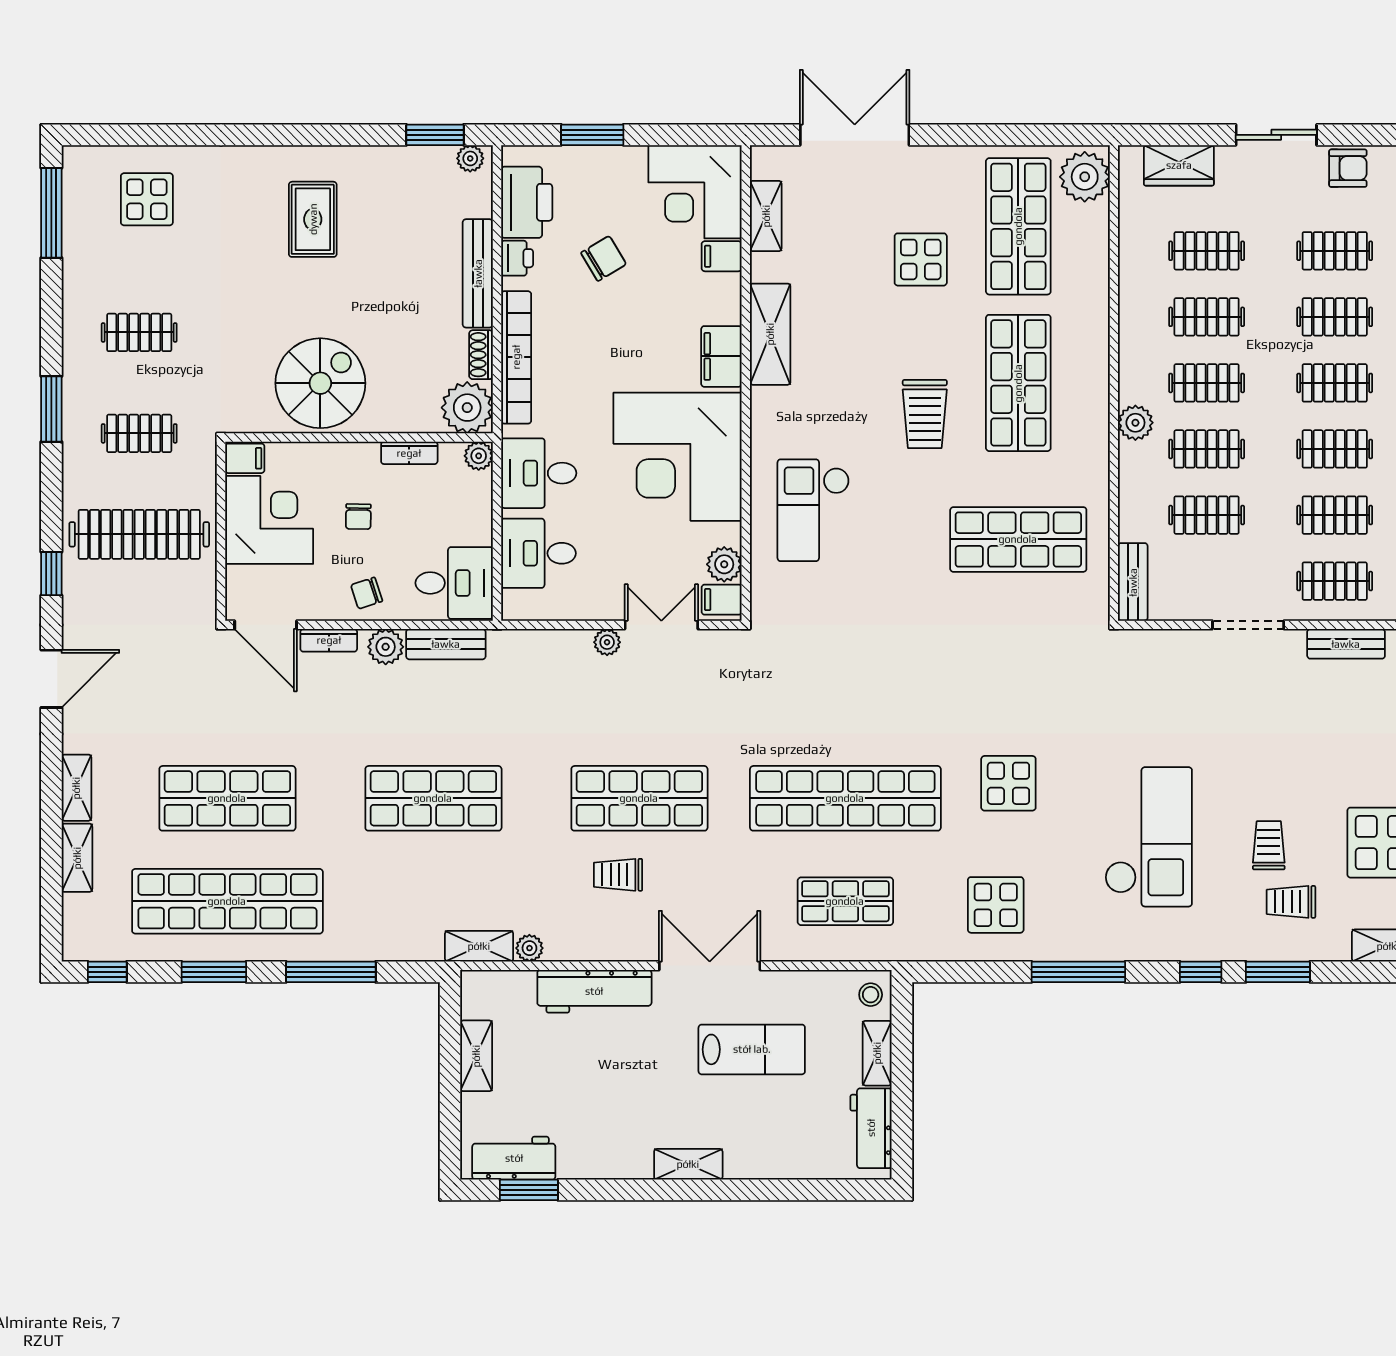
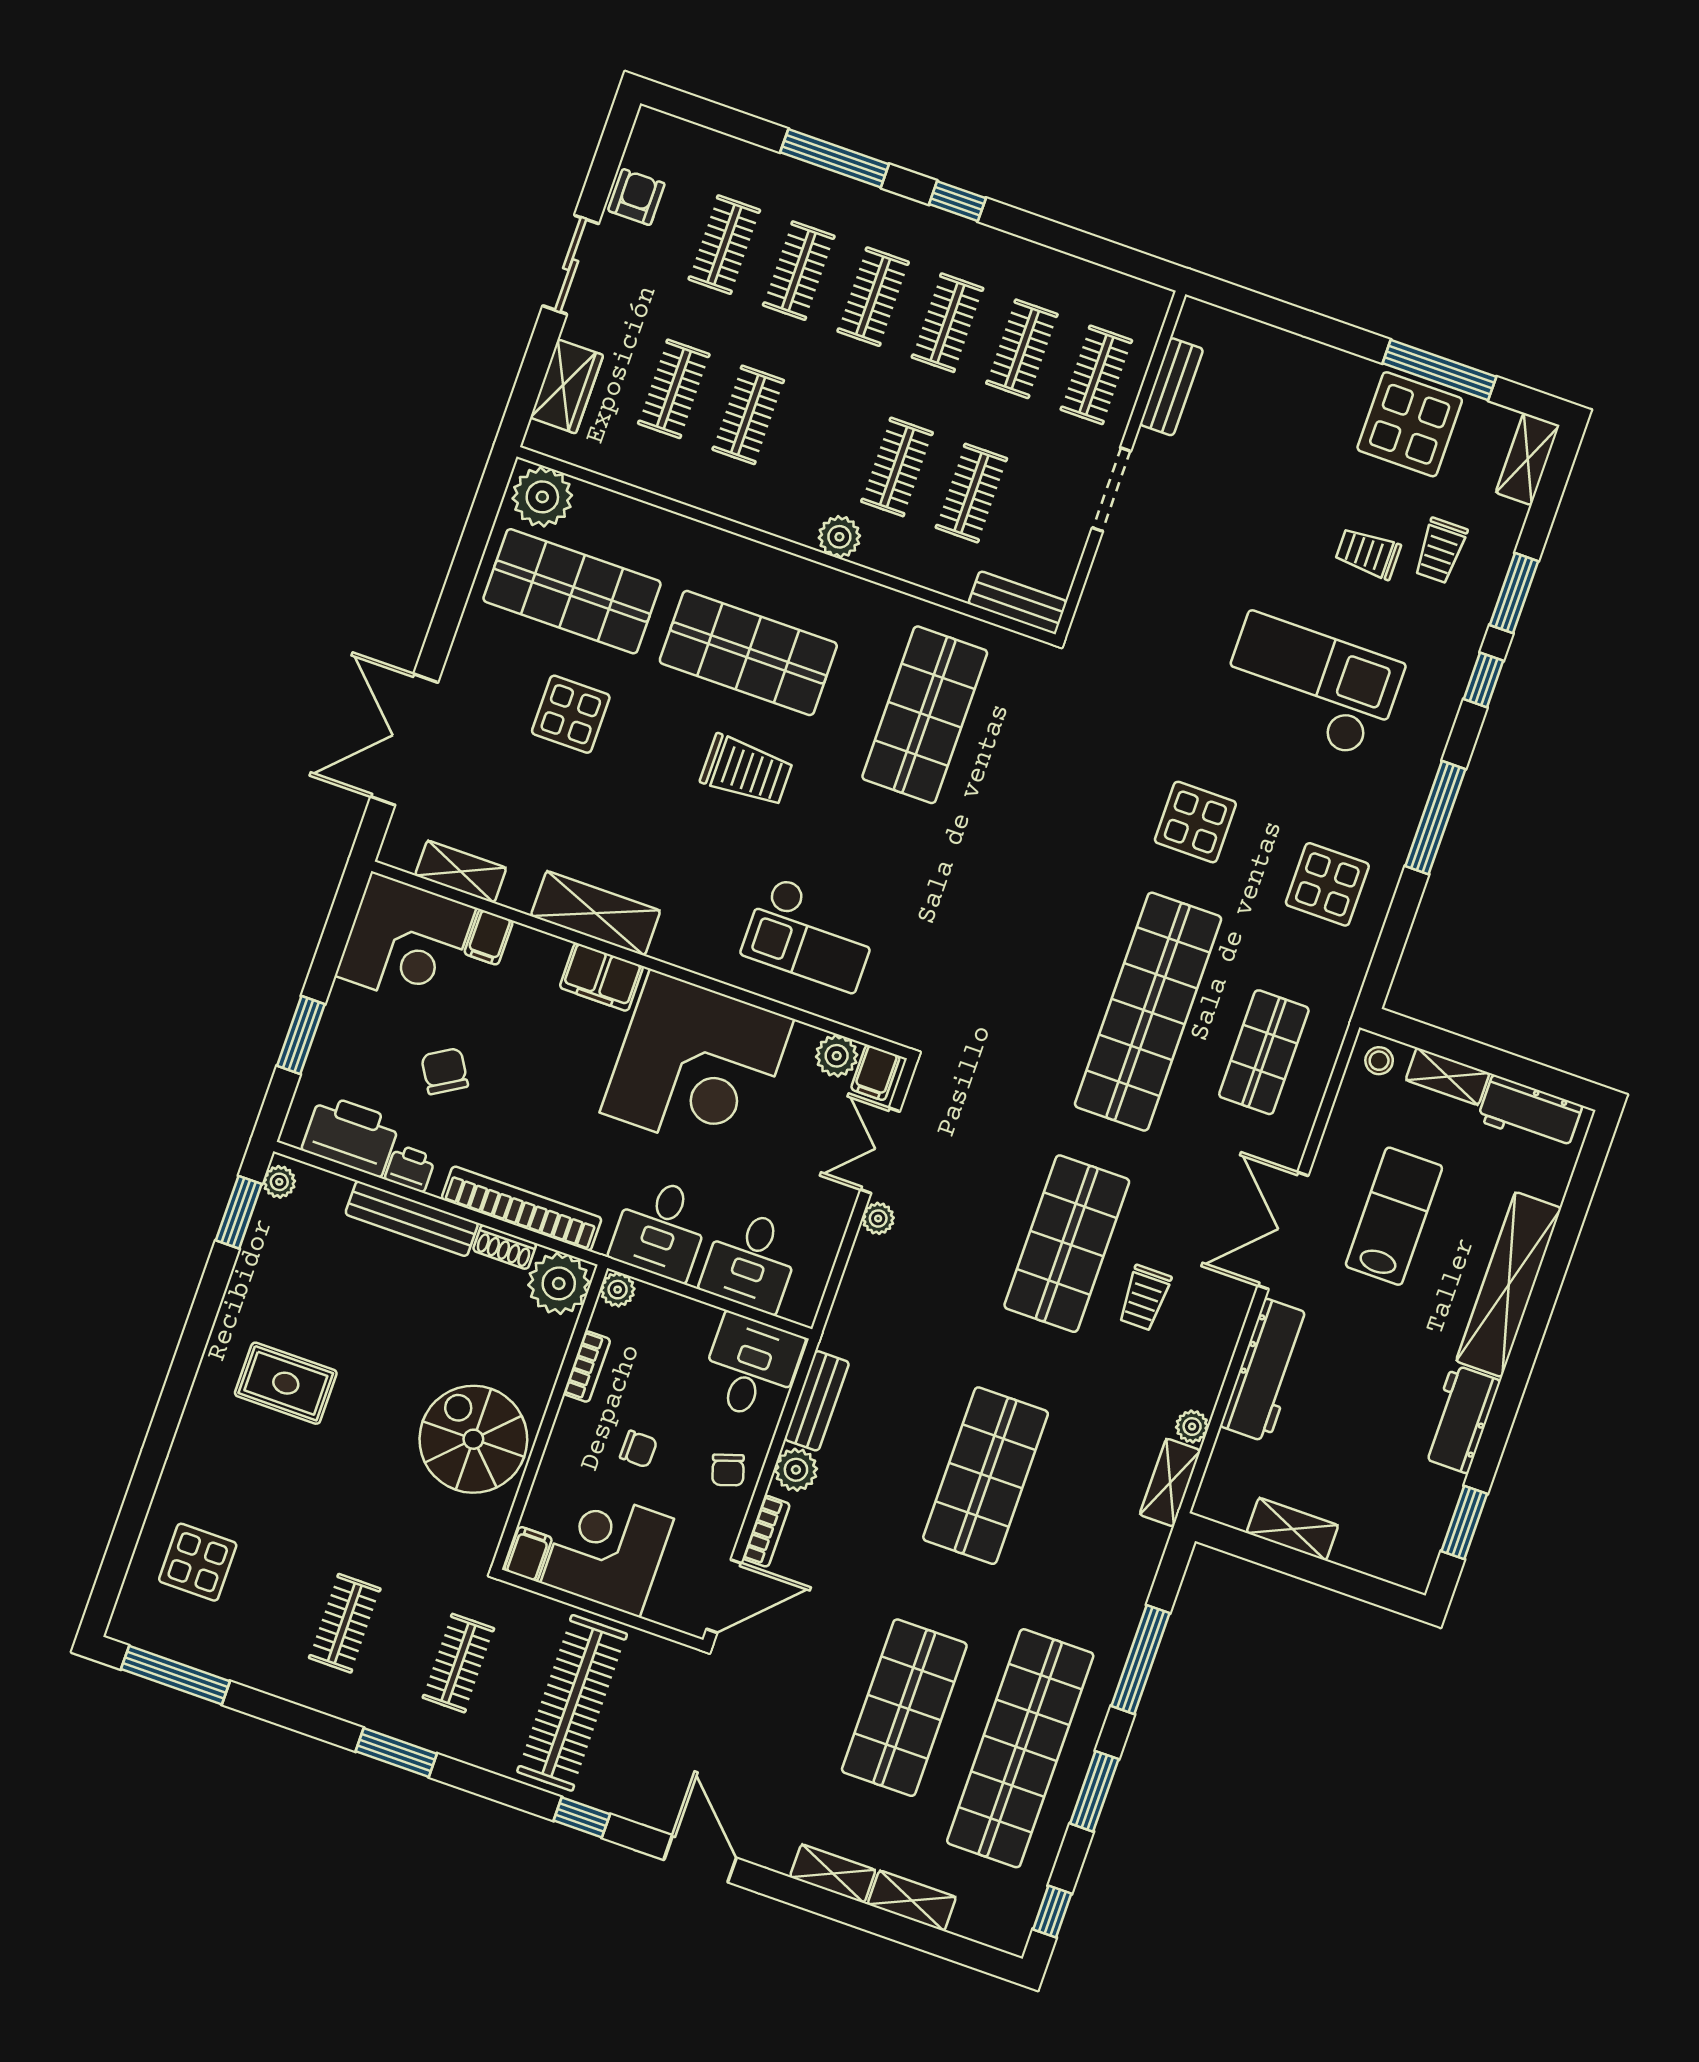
clothes rail: (1207, 383) -> (823, 441), removed
workbench: (514, 1158) -> (1460, 1419), moved
shelving: (688, 1164) -> (1509, 1285), width x2.20, depth x1.33

